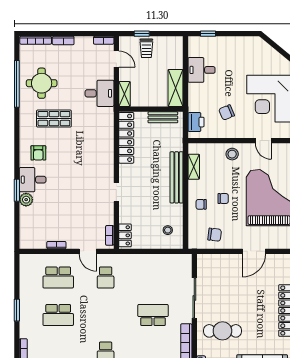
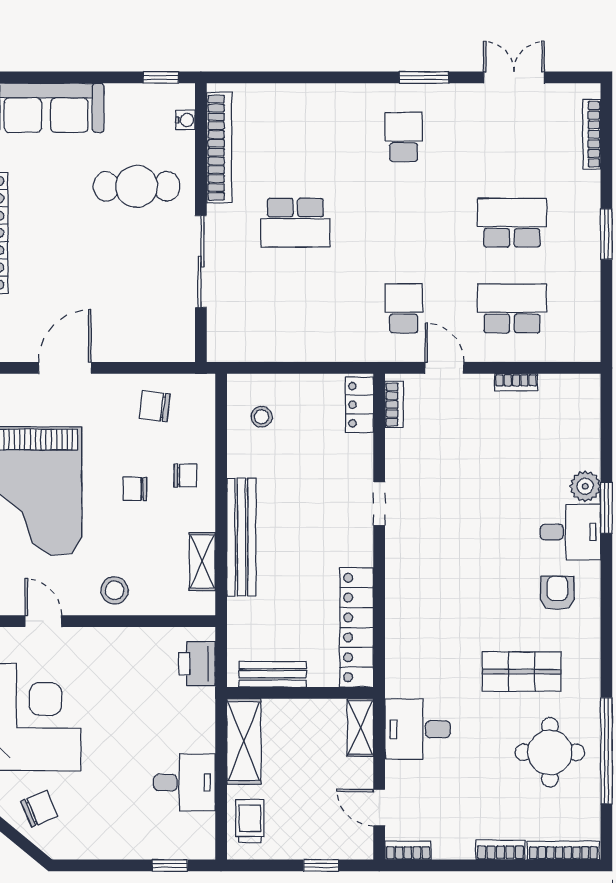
trolley: (146, 48) -> (250, 821), moved
chair: (227, 112) -> (39, 809), moved

